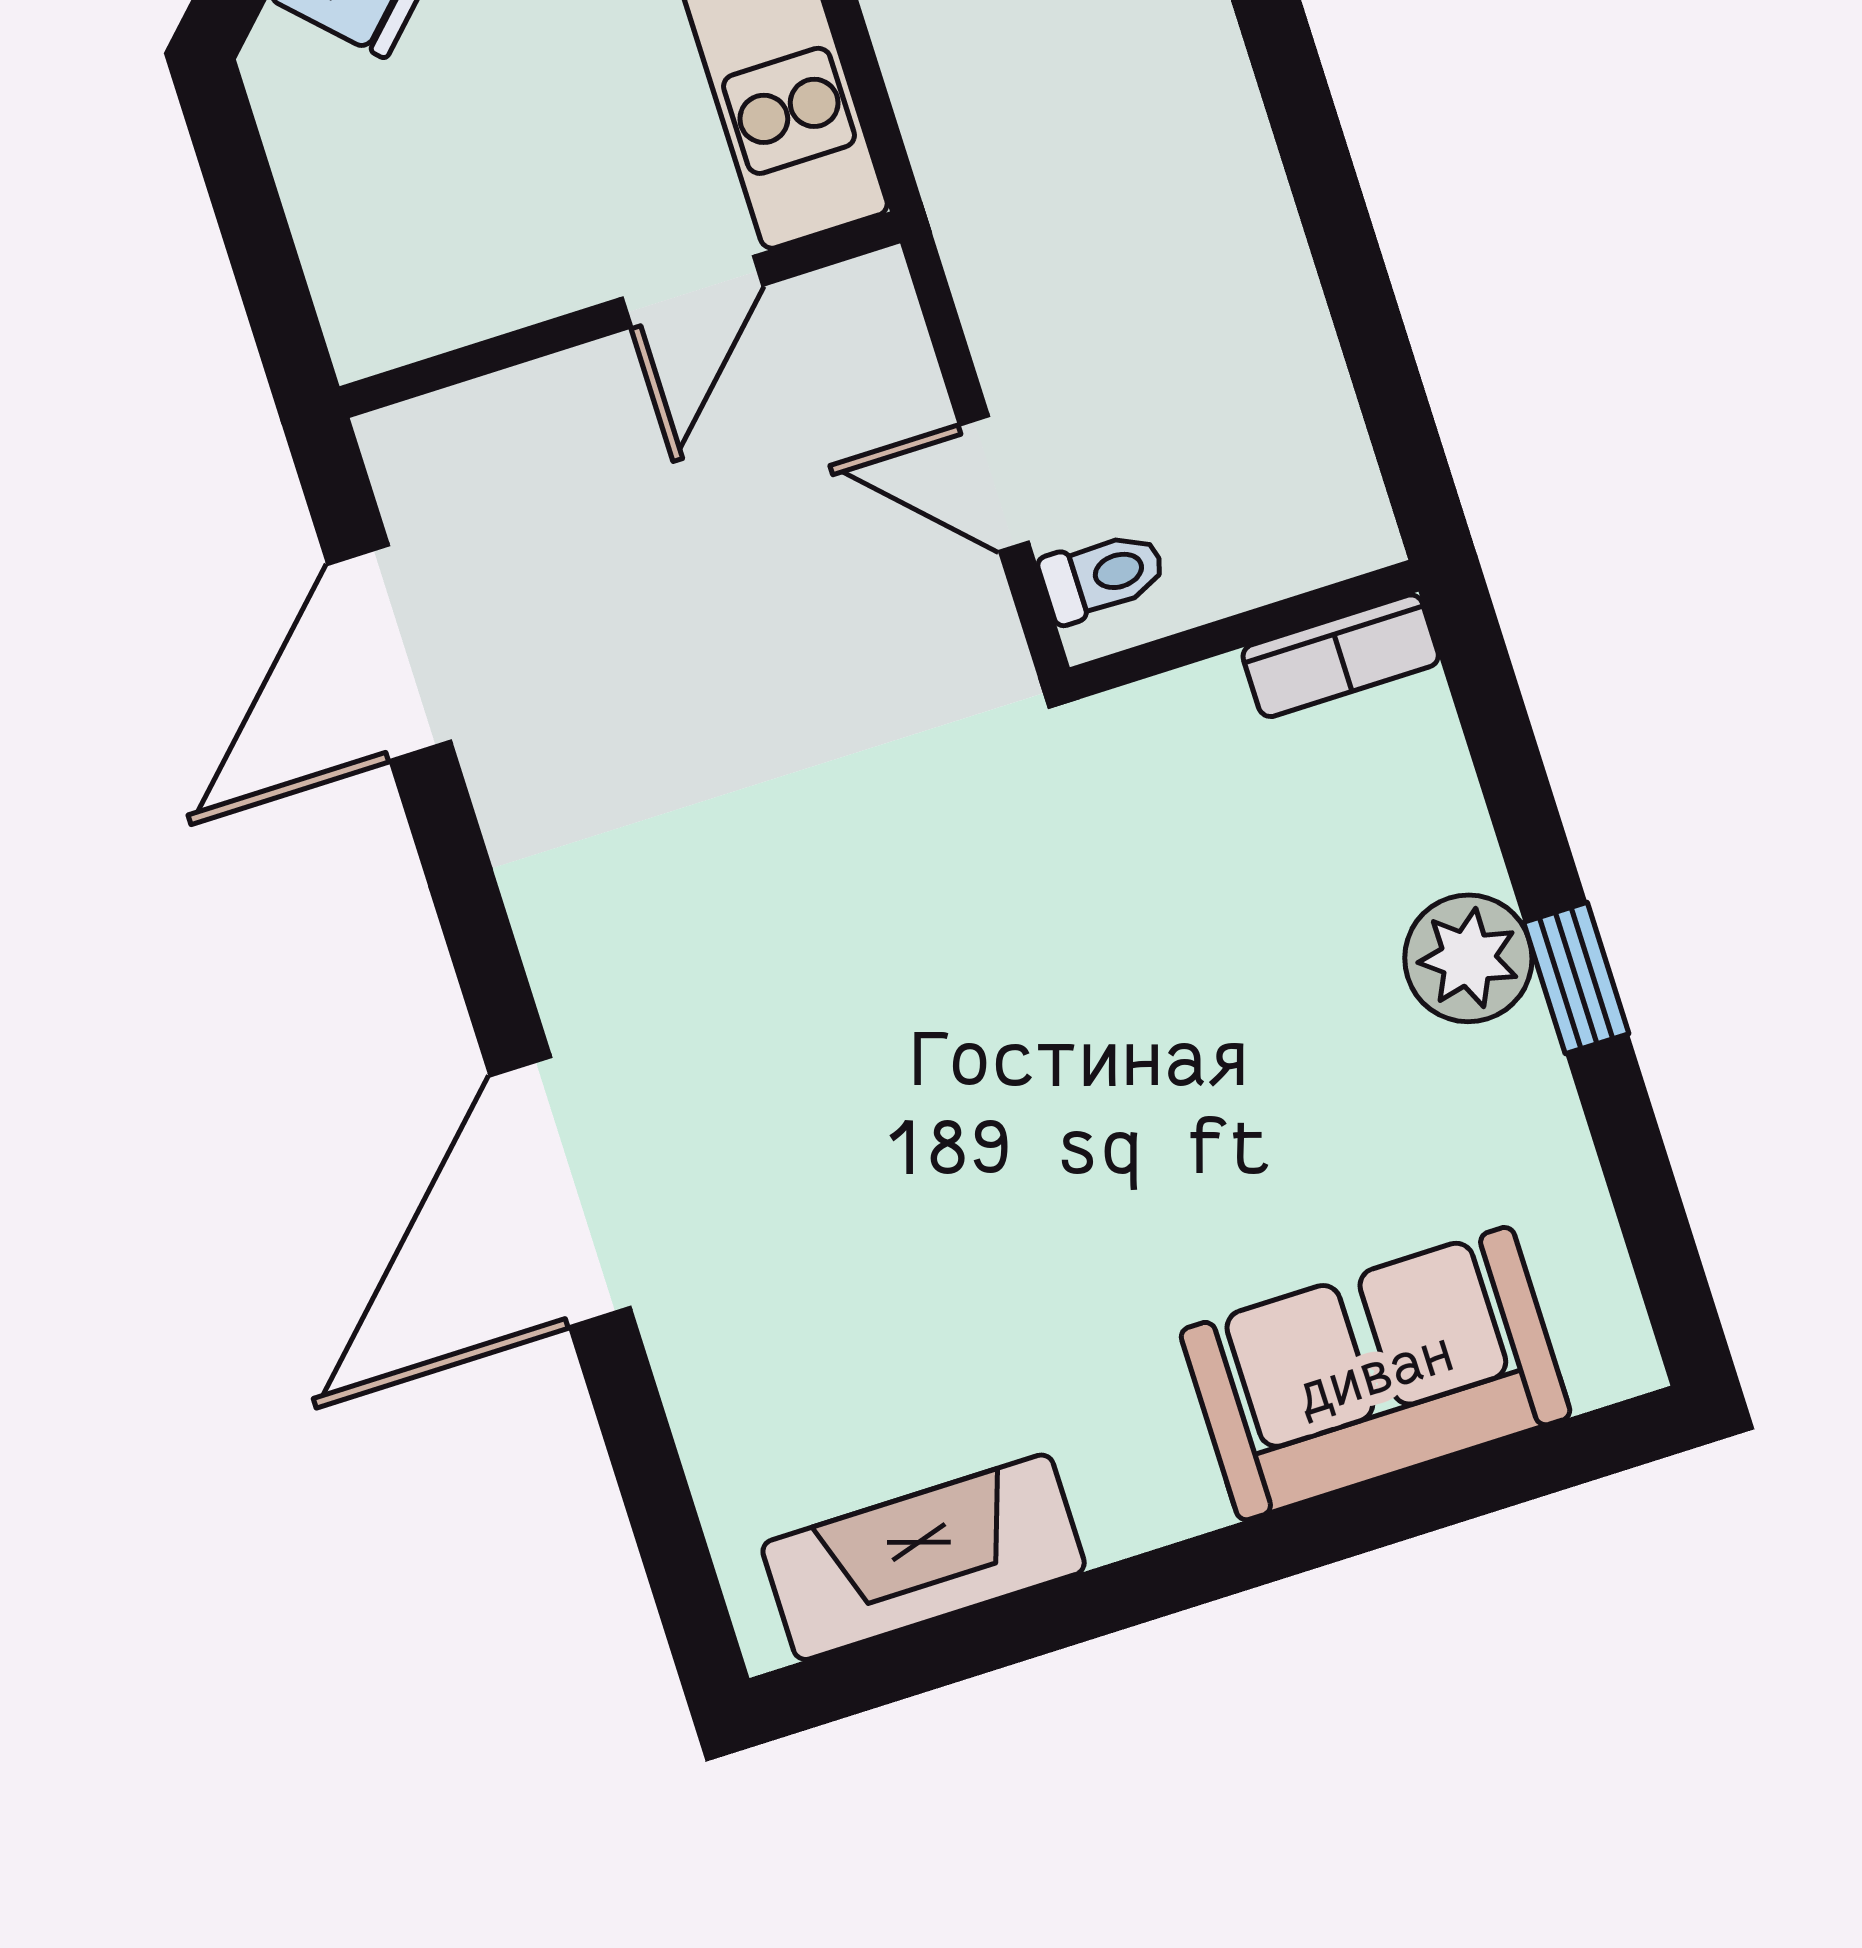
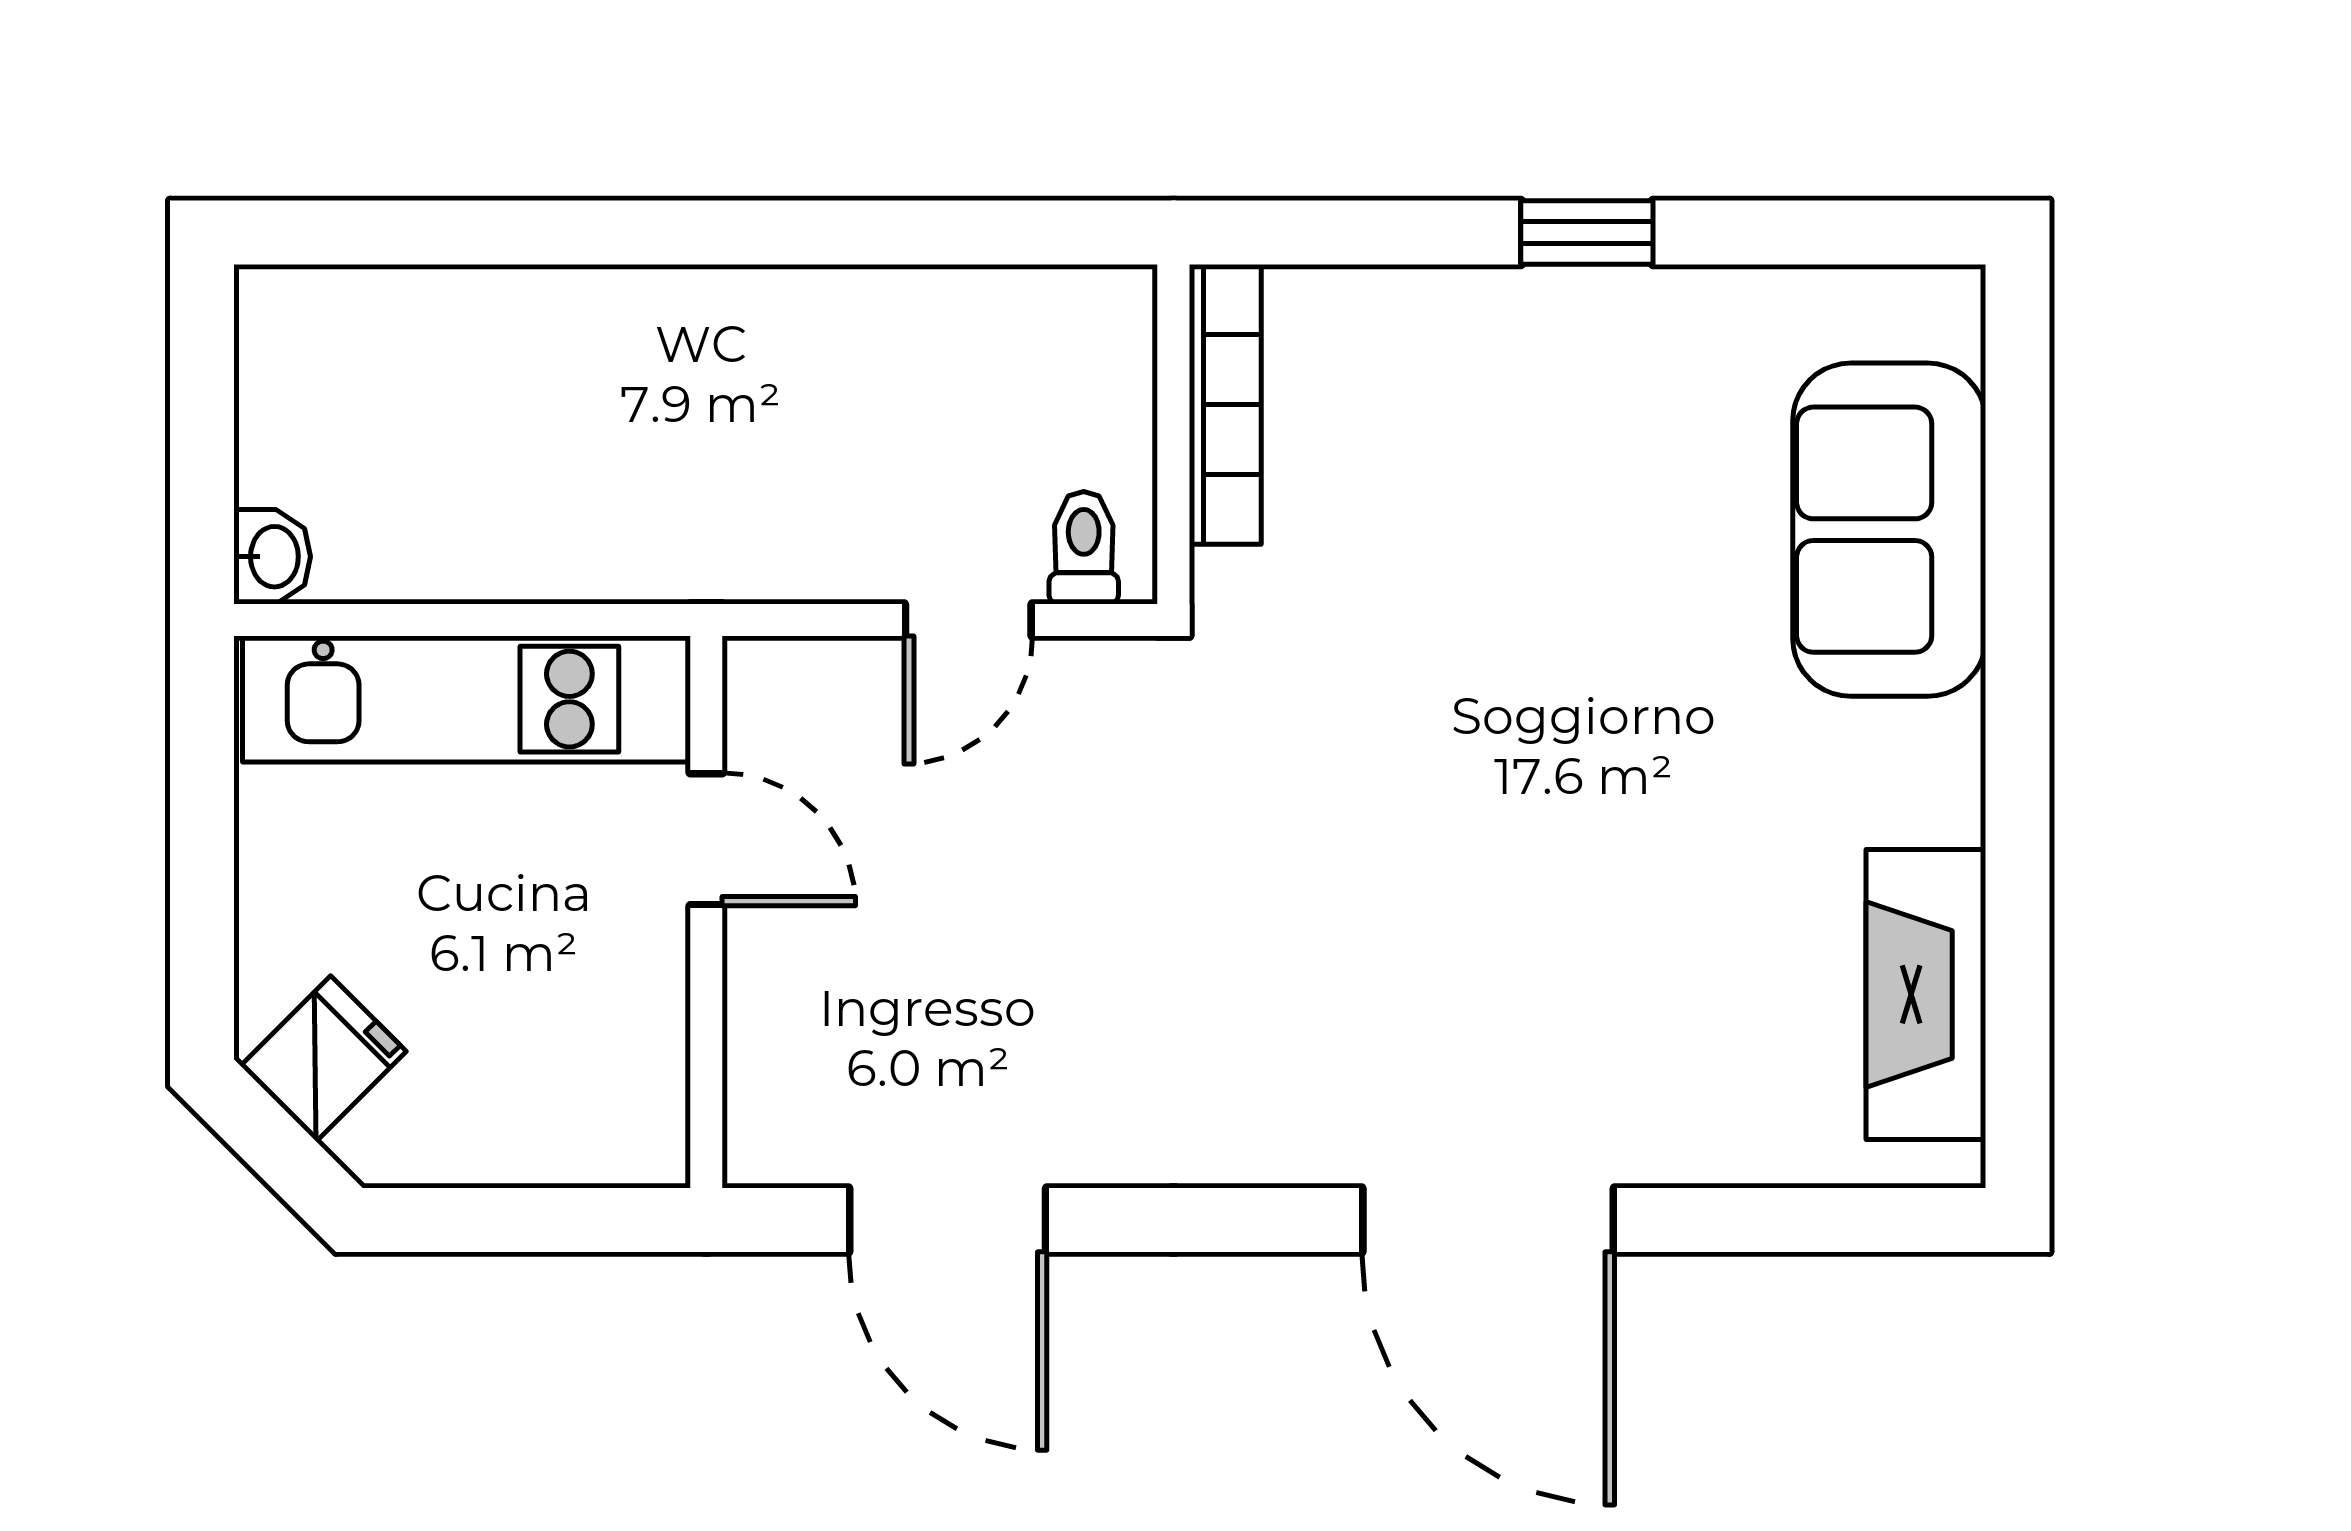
bookcase: (1341, 656) -> (1225, 404), width x1.56
plant: (1468, 958) -> (1538, 325), removed

